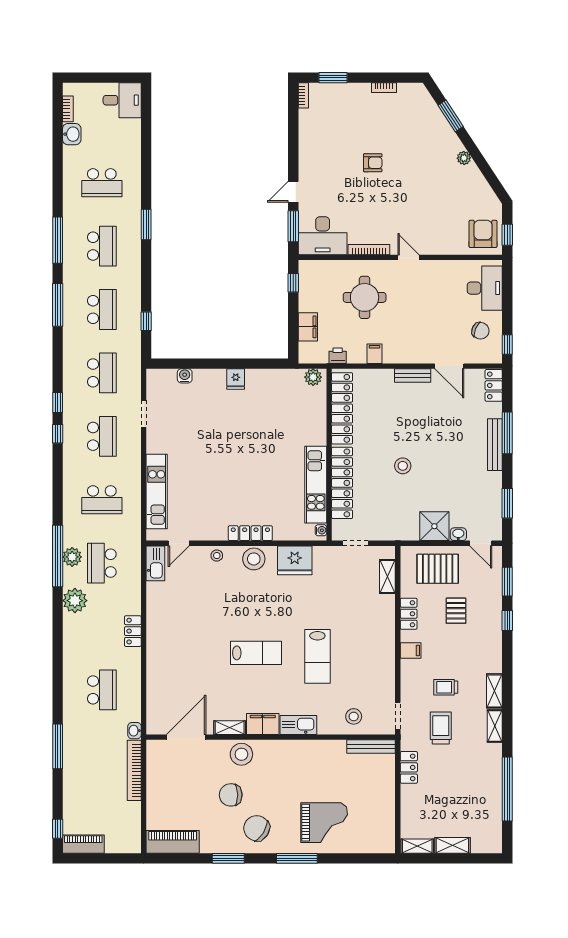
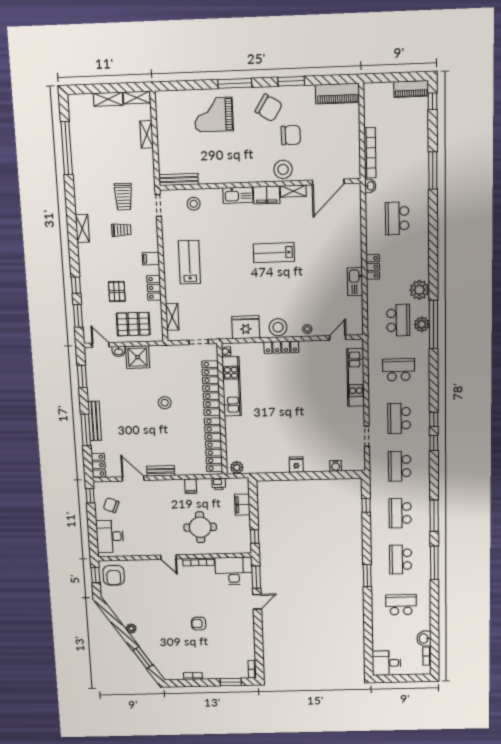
kitchen sink: (155, 563) -> (355, 282), moved
lab bench: (317, 656) -> (189, 262), moved
shelving: (495, 726) -> (147, 134), moved
locker: (409, 767) -> (147, 163), removed

